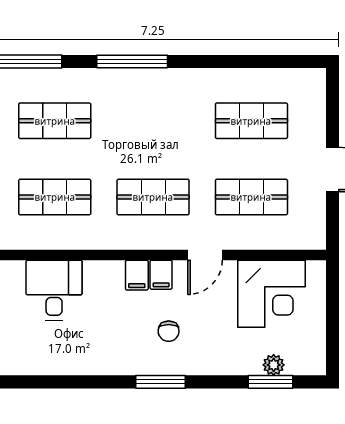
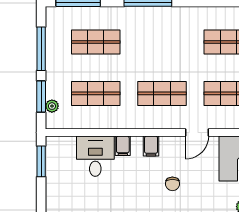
filing cabinet: (161, 275) -> (123, 146), moved

